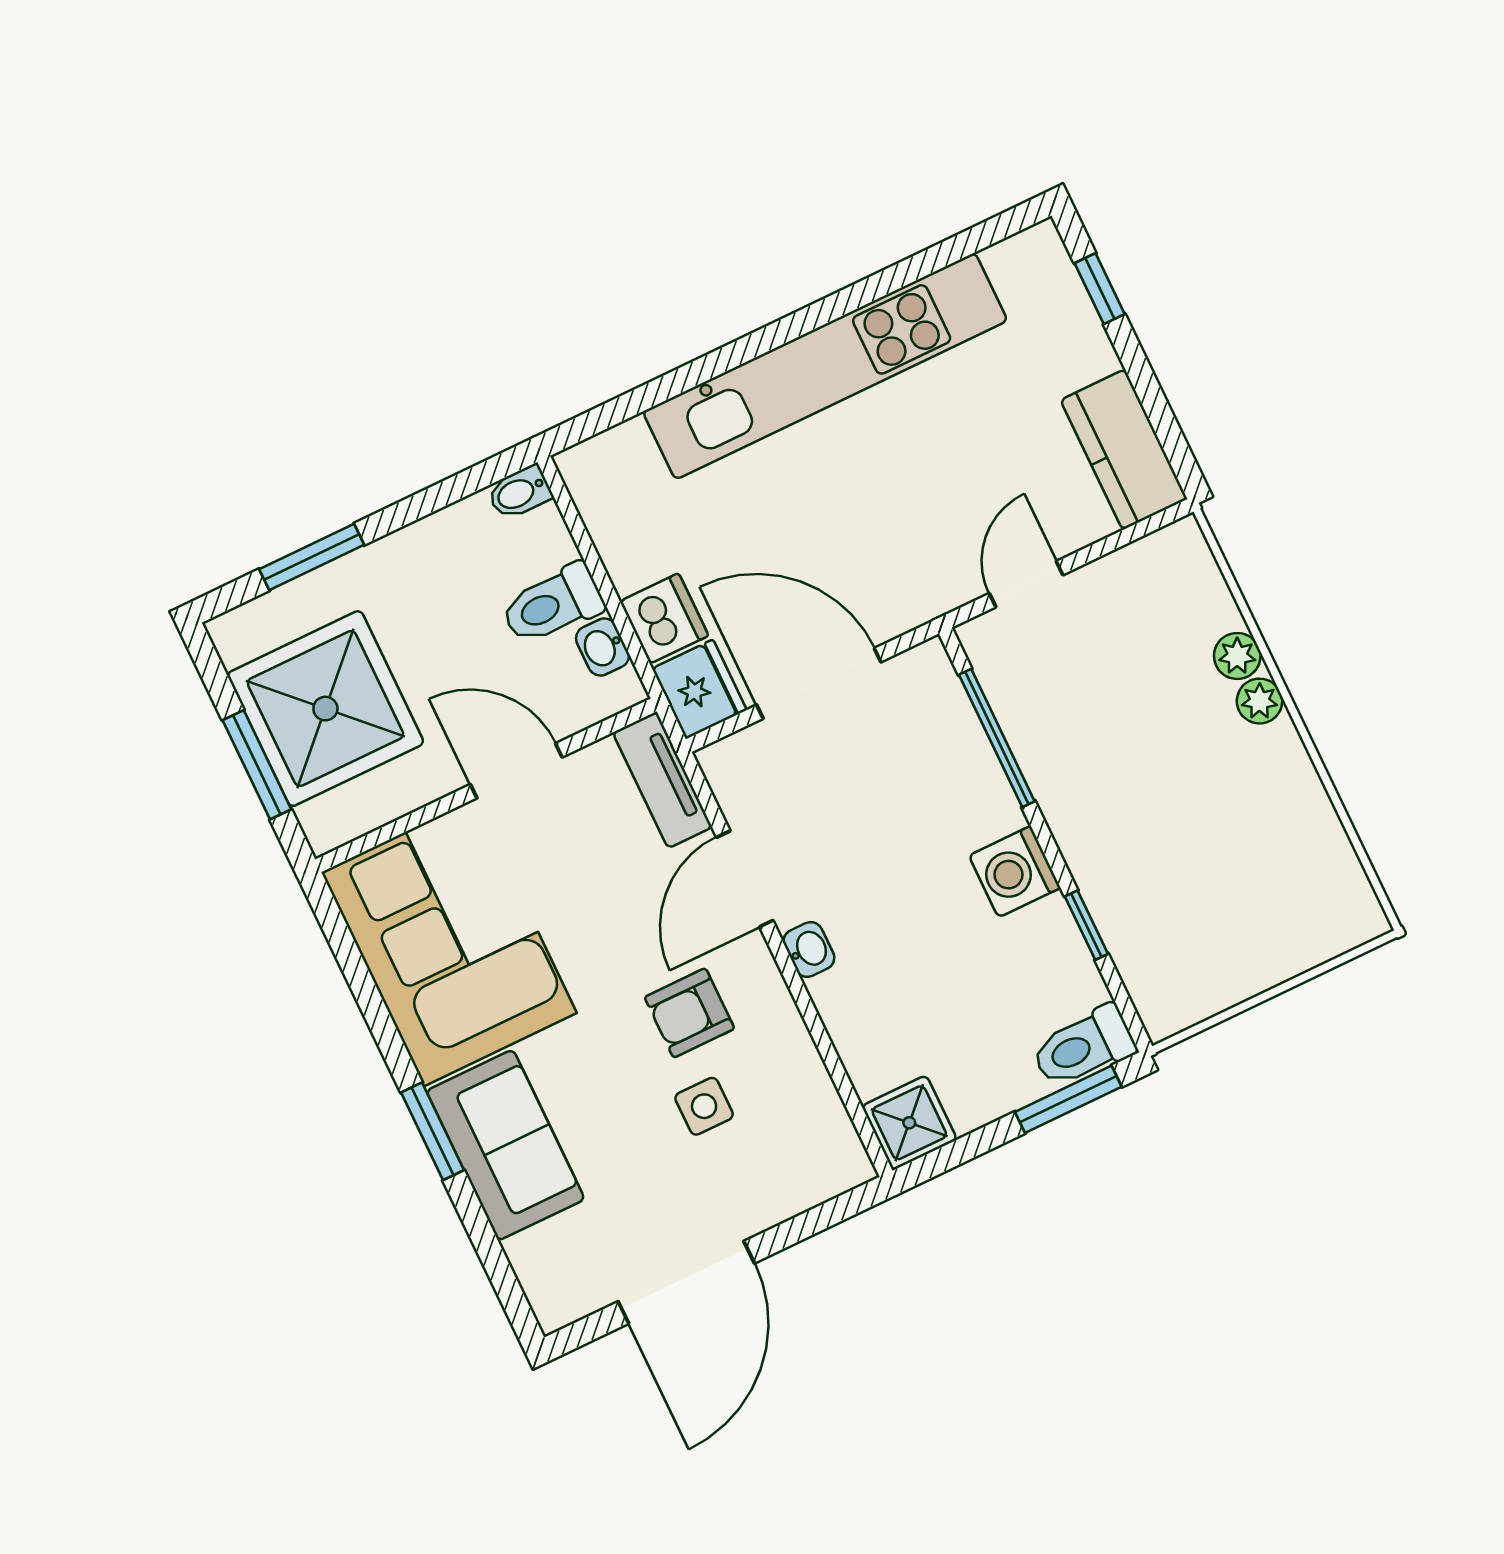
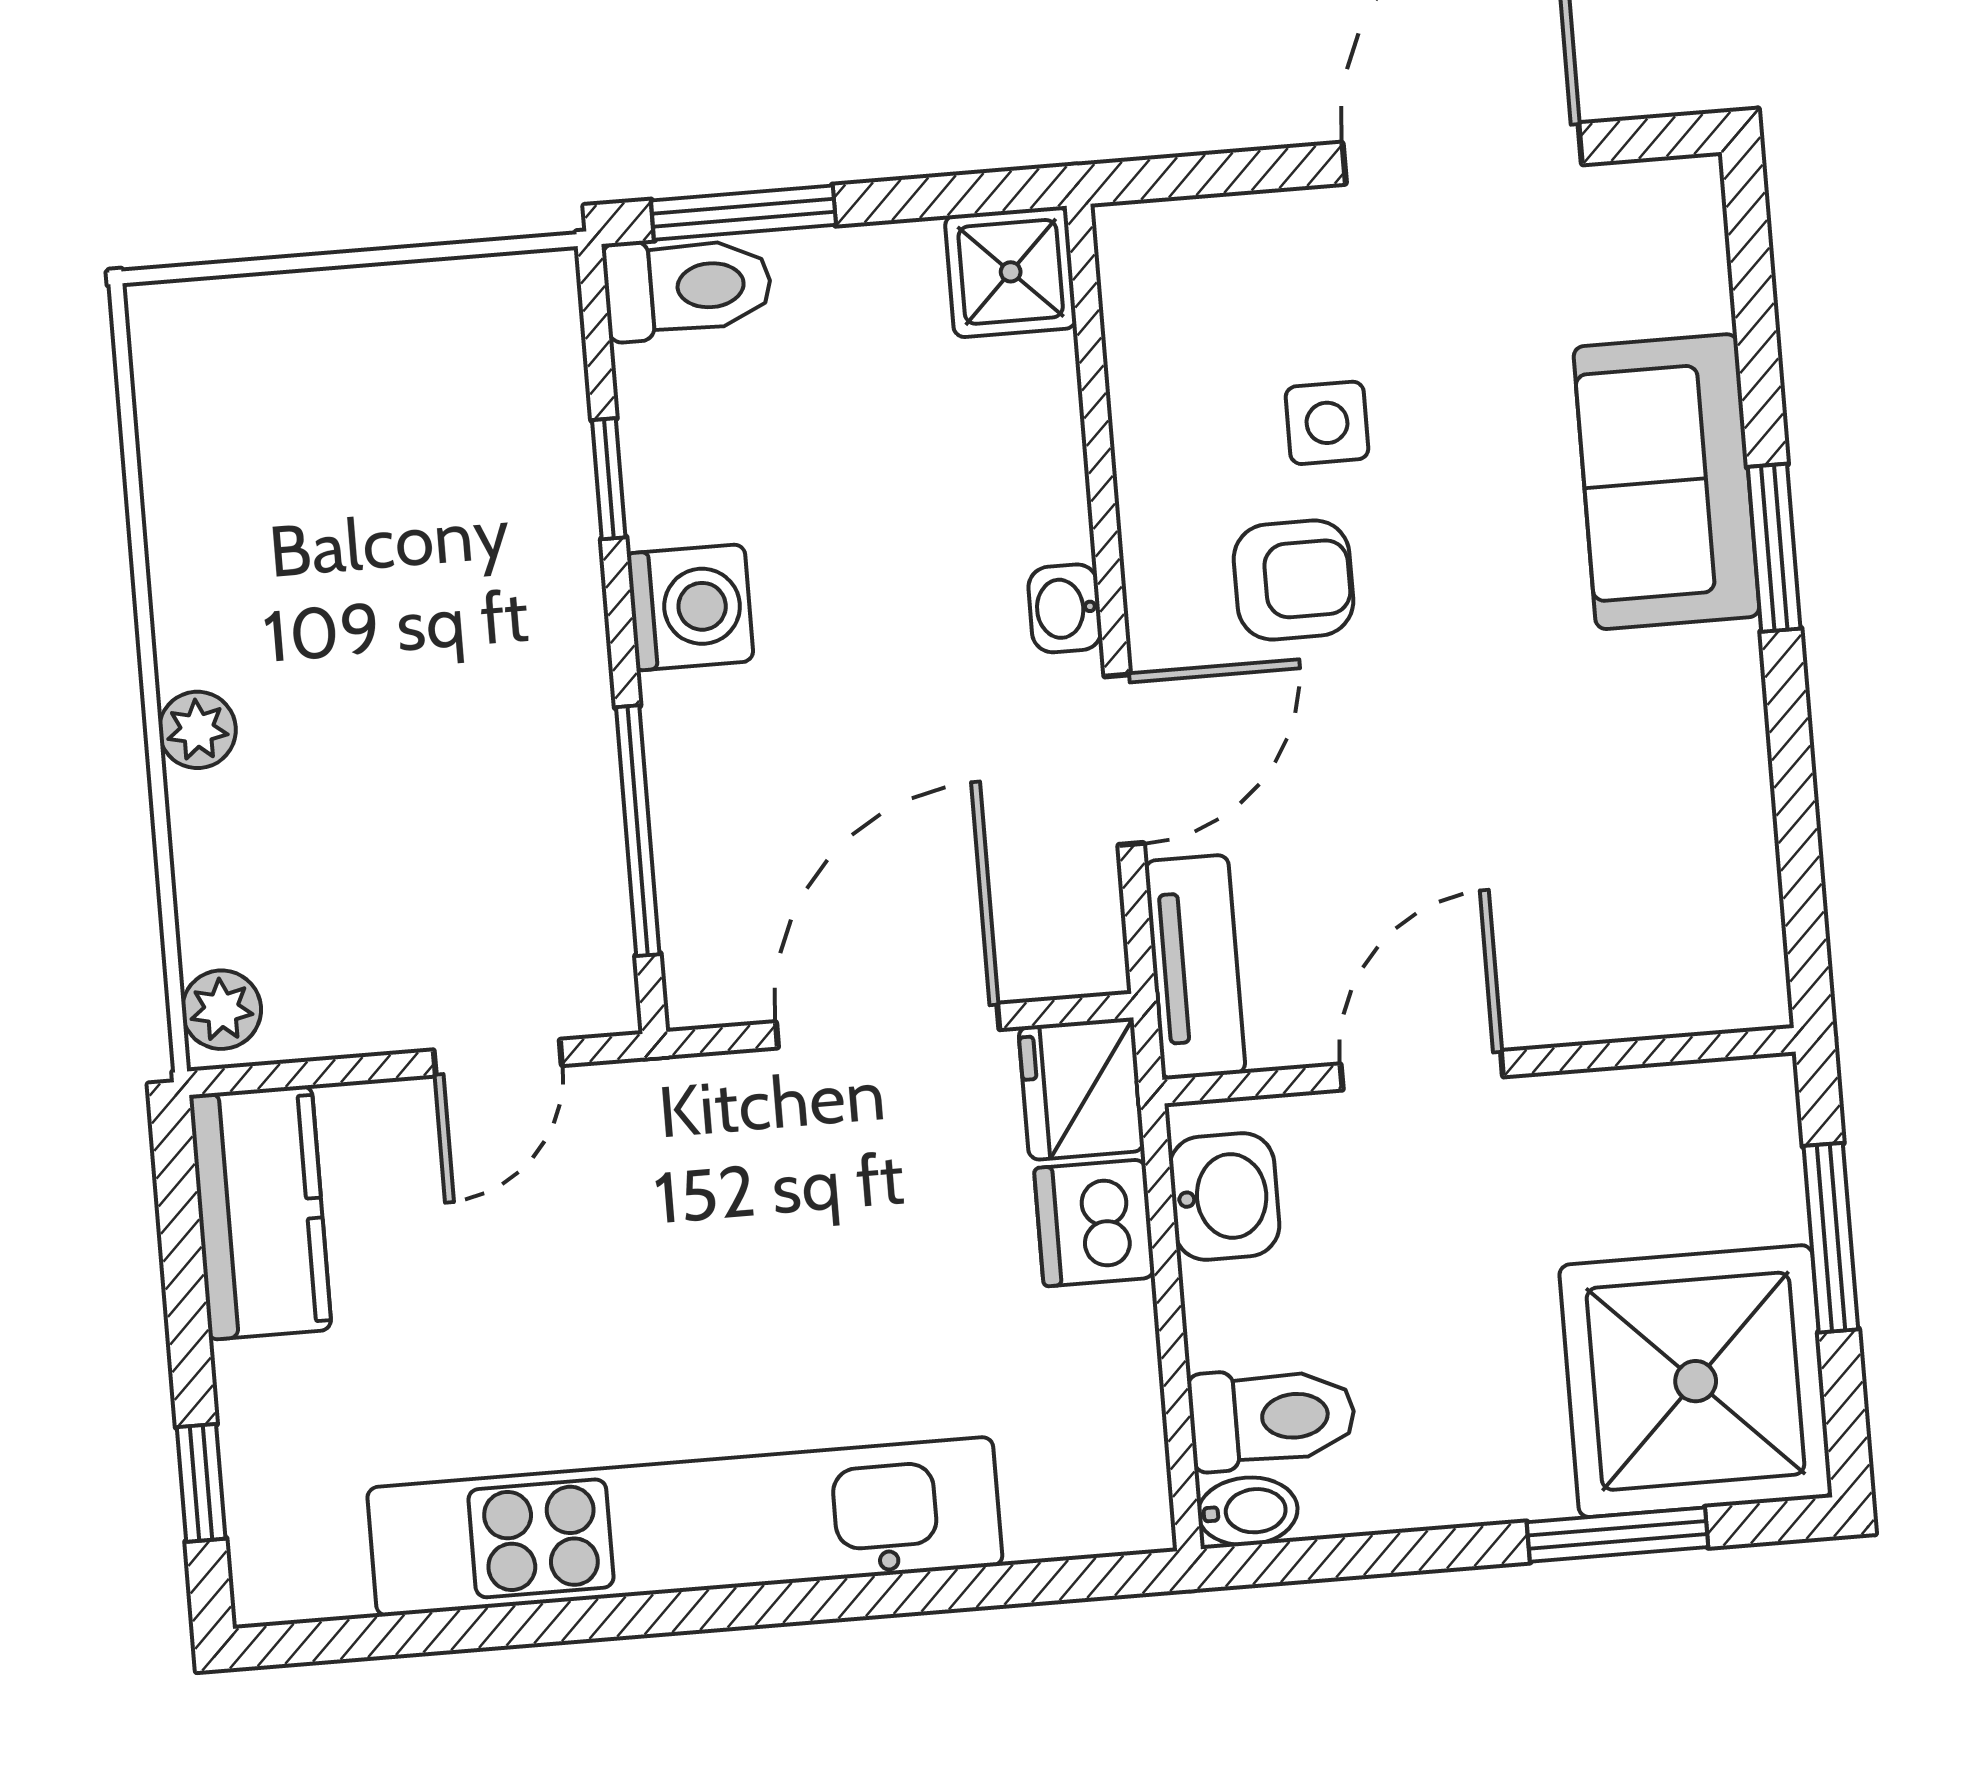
toilet: (552, 604) -> (1272, 1418), moved
washbasin: (602, 647) -> (1224, 1197), width x1.38, depth x1.45
plant: (1237, 656) -> (221, 1010), moved
door: (819, 683) -> (888, 1026), swing flipped
shower: (325, 709) -> (1696, 1381), moved
door: (516, 771) -> (1422, 1070), swing flipped
corner sofa: (449, 943) -> (1633, 838), removed

